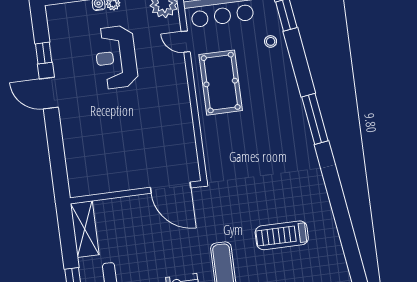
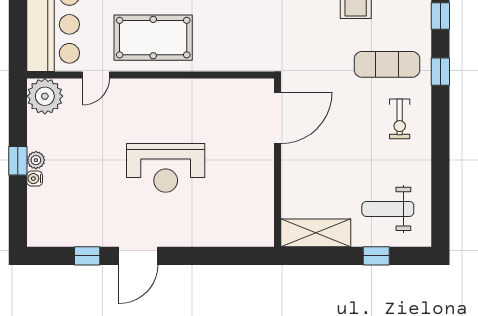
reception desk: (116, 57) -> (166, 168), moved

